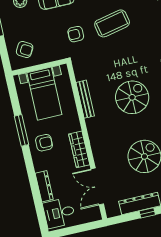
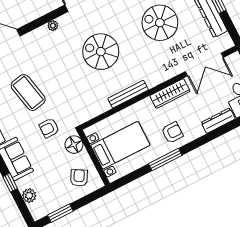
armchair: (76, 34) -> (49, 128), turned 90
floor lamp: (55, 53) -> (74, 145), added
bench: (85, 99) -> (128, 94), moved
armchair: (44, 143) -> (172, 132), turned 90

